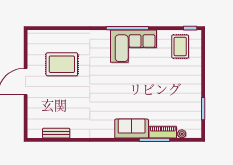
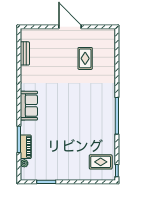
corner sofa: (134, 46) -> (101, 121), removed
rug: (62, 64) -> (85, 58), width x0.73, depth x0.70
sofa: (132, 129) -> (29, 106), moved

